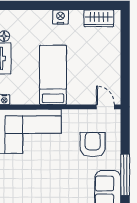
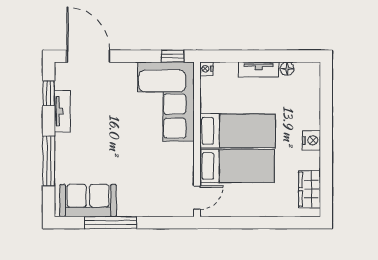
bed: (81, 75) -> (237, 166), added
armchair: (93, 145) -> (149, 181), removed

